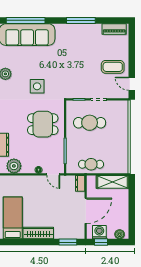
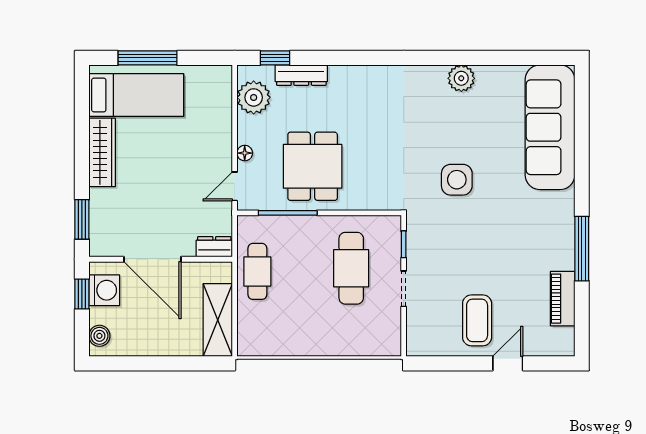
window: (26, 20) -> (582, 124), removed
piano: (114, 29) -> (563, 299), moved
door: (132, 84) -> (508, 363), moved
side table: (37, 86) -> (457, 180), moved
dining table: (43, 124) -> (313, 166), moved

